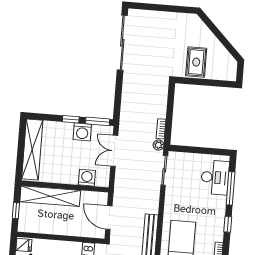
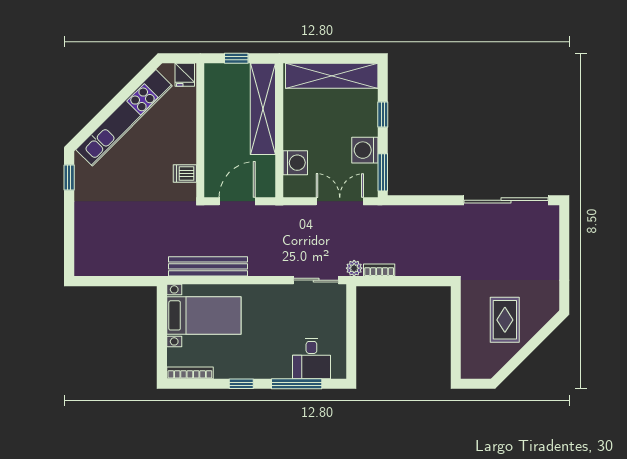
rug: (196, 62) -> (505, 320), moved, turned 90
window: (71, 119) -> (383, 115), moved
desk: (215, 177) -> (311, 358), width x0.73

